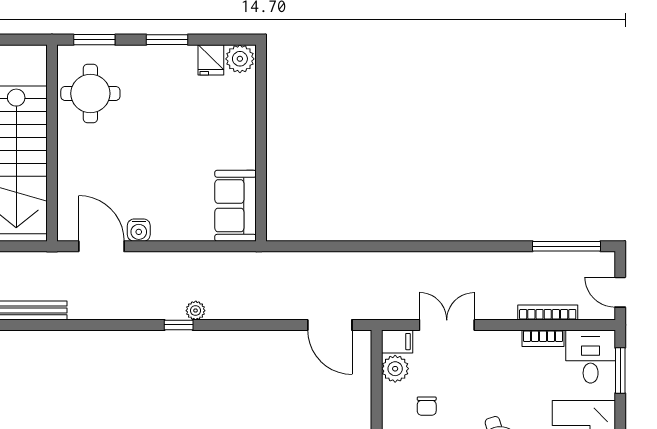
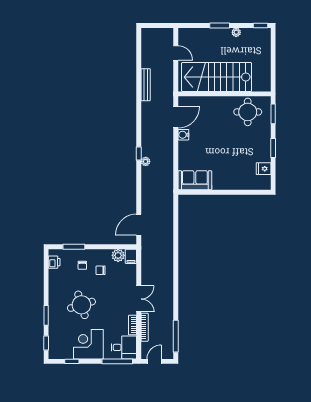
plant: (240, 59) -> (264, 182), removed
double door: (447, 325) -> (139, 299), moved
window: (620, 370) -> (117, 361), width x1.44

